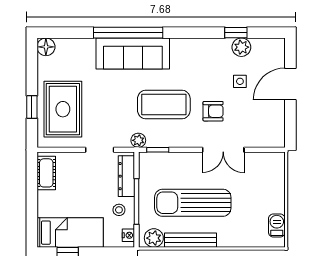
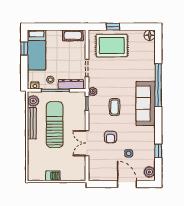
plant: (241, 47) -> (149, 172), moved
sofa: (133, 54) -> (146, 104), moved
coffee table: (164, 104) -> (115, 107), width x0.54, depth x0.58
barbecue: (277, 225) -> (53, 176), moved

